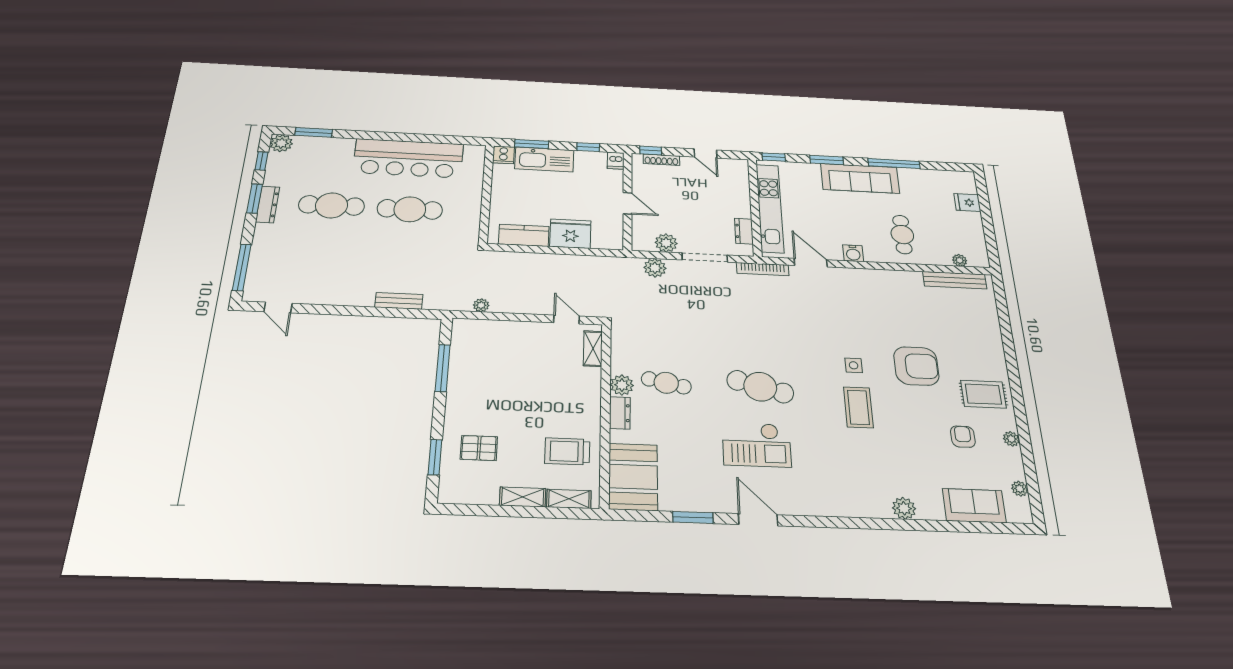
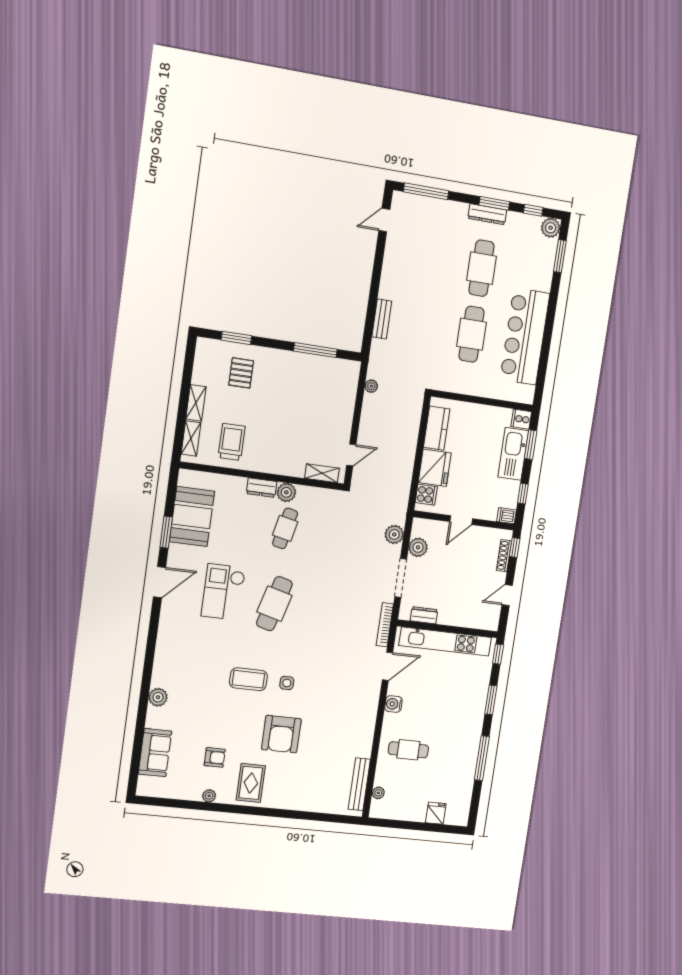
sofa: (860, 178) -> (469, 725), removed
cooker: (603, 240) -> (426, 495), added
booth: (633, 477) -> (192, 517), moved, turned 90
plant: (1020, 489) -> (166, 792), removed

